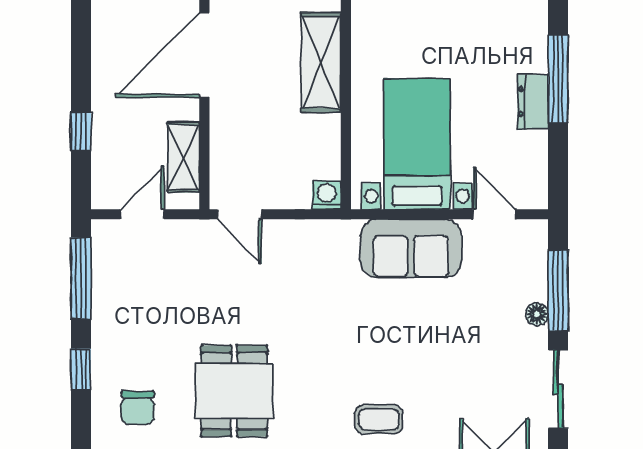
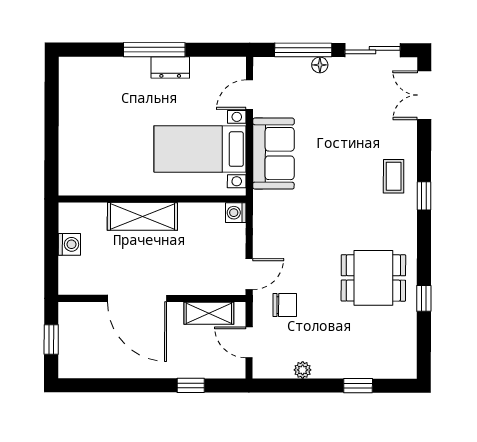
window: (81, 278) -> (294, 386), removed
plant: (103, 290) -> (303, 370), added
chair: (138, 408) -> (285, 305), moved

